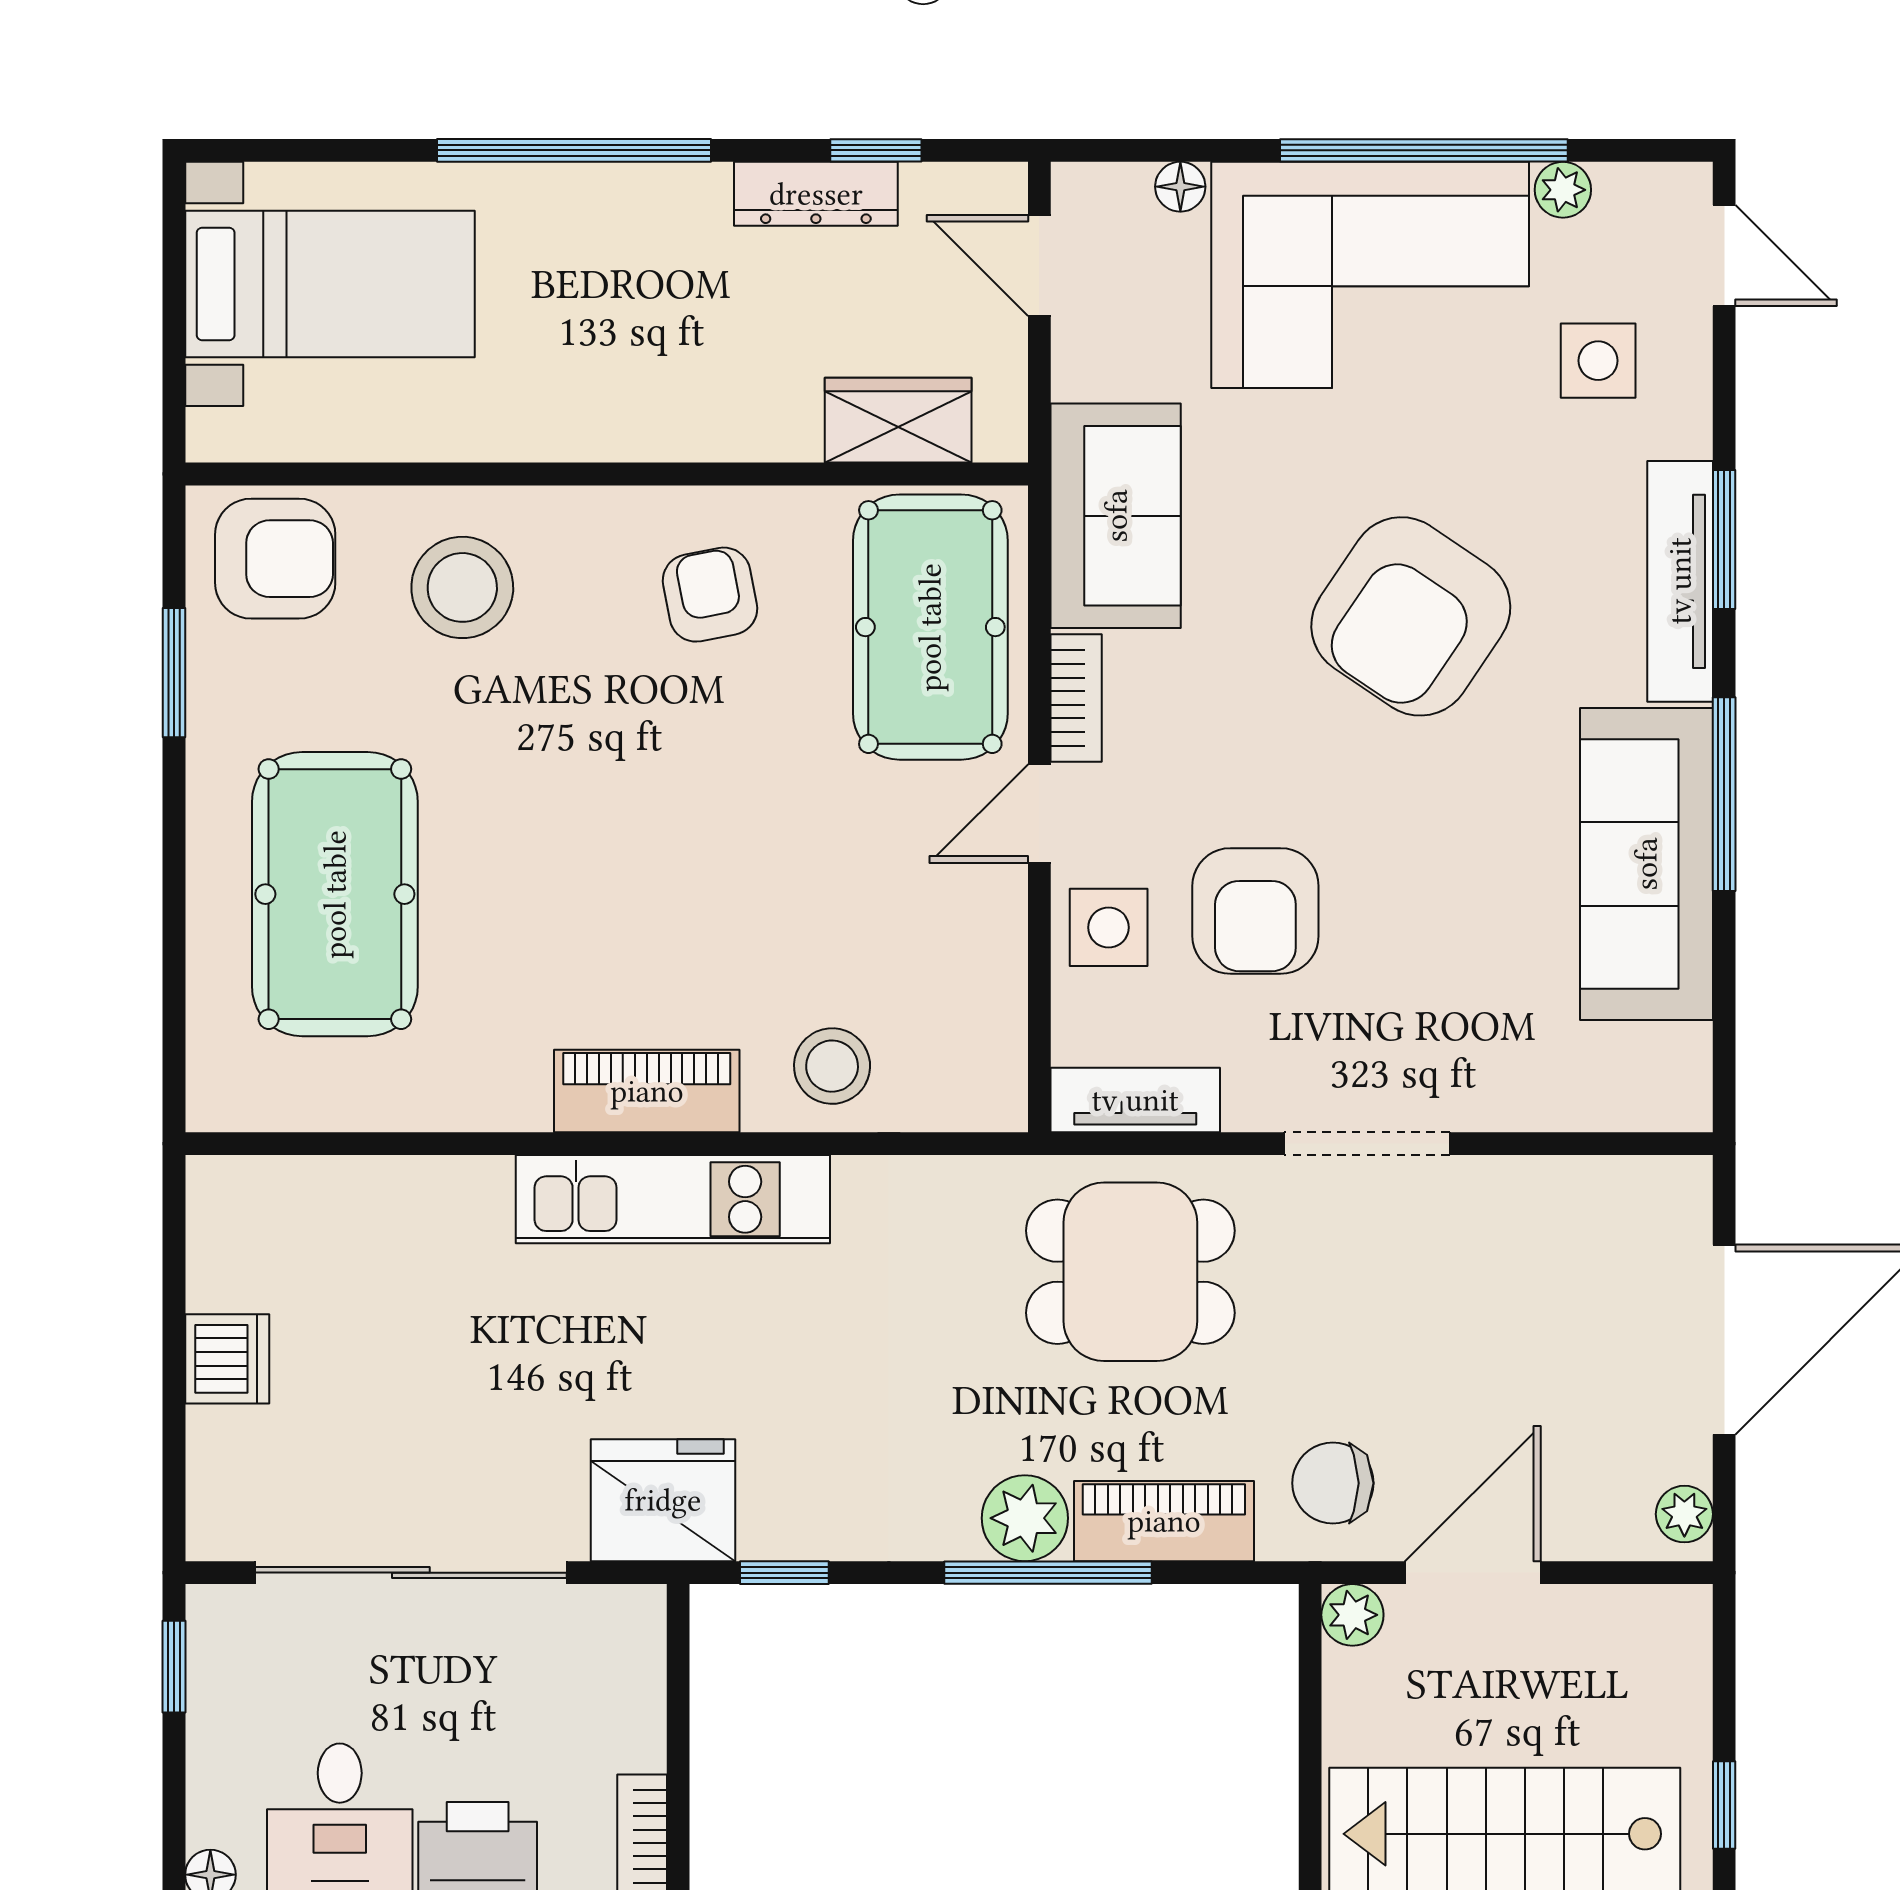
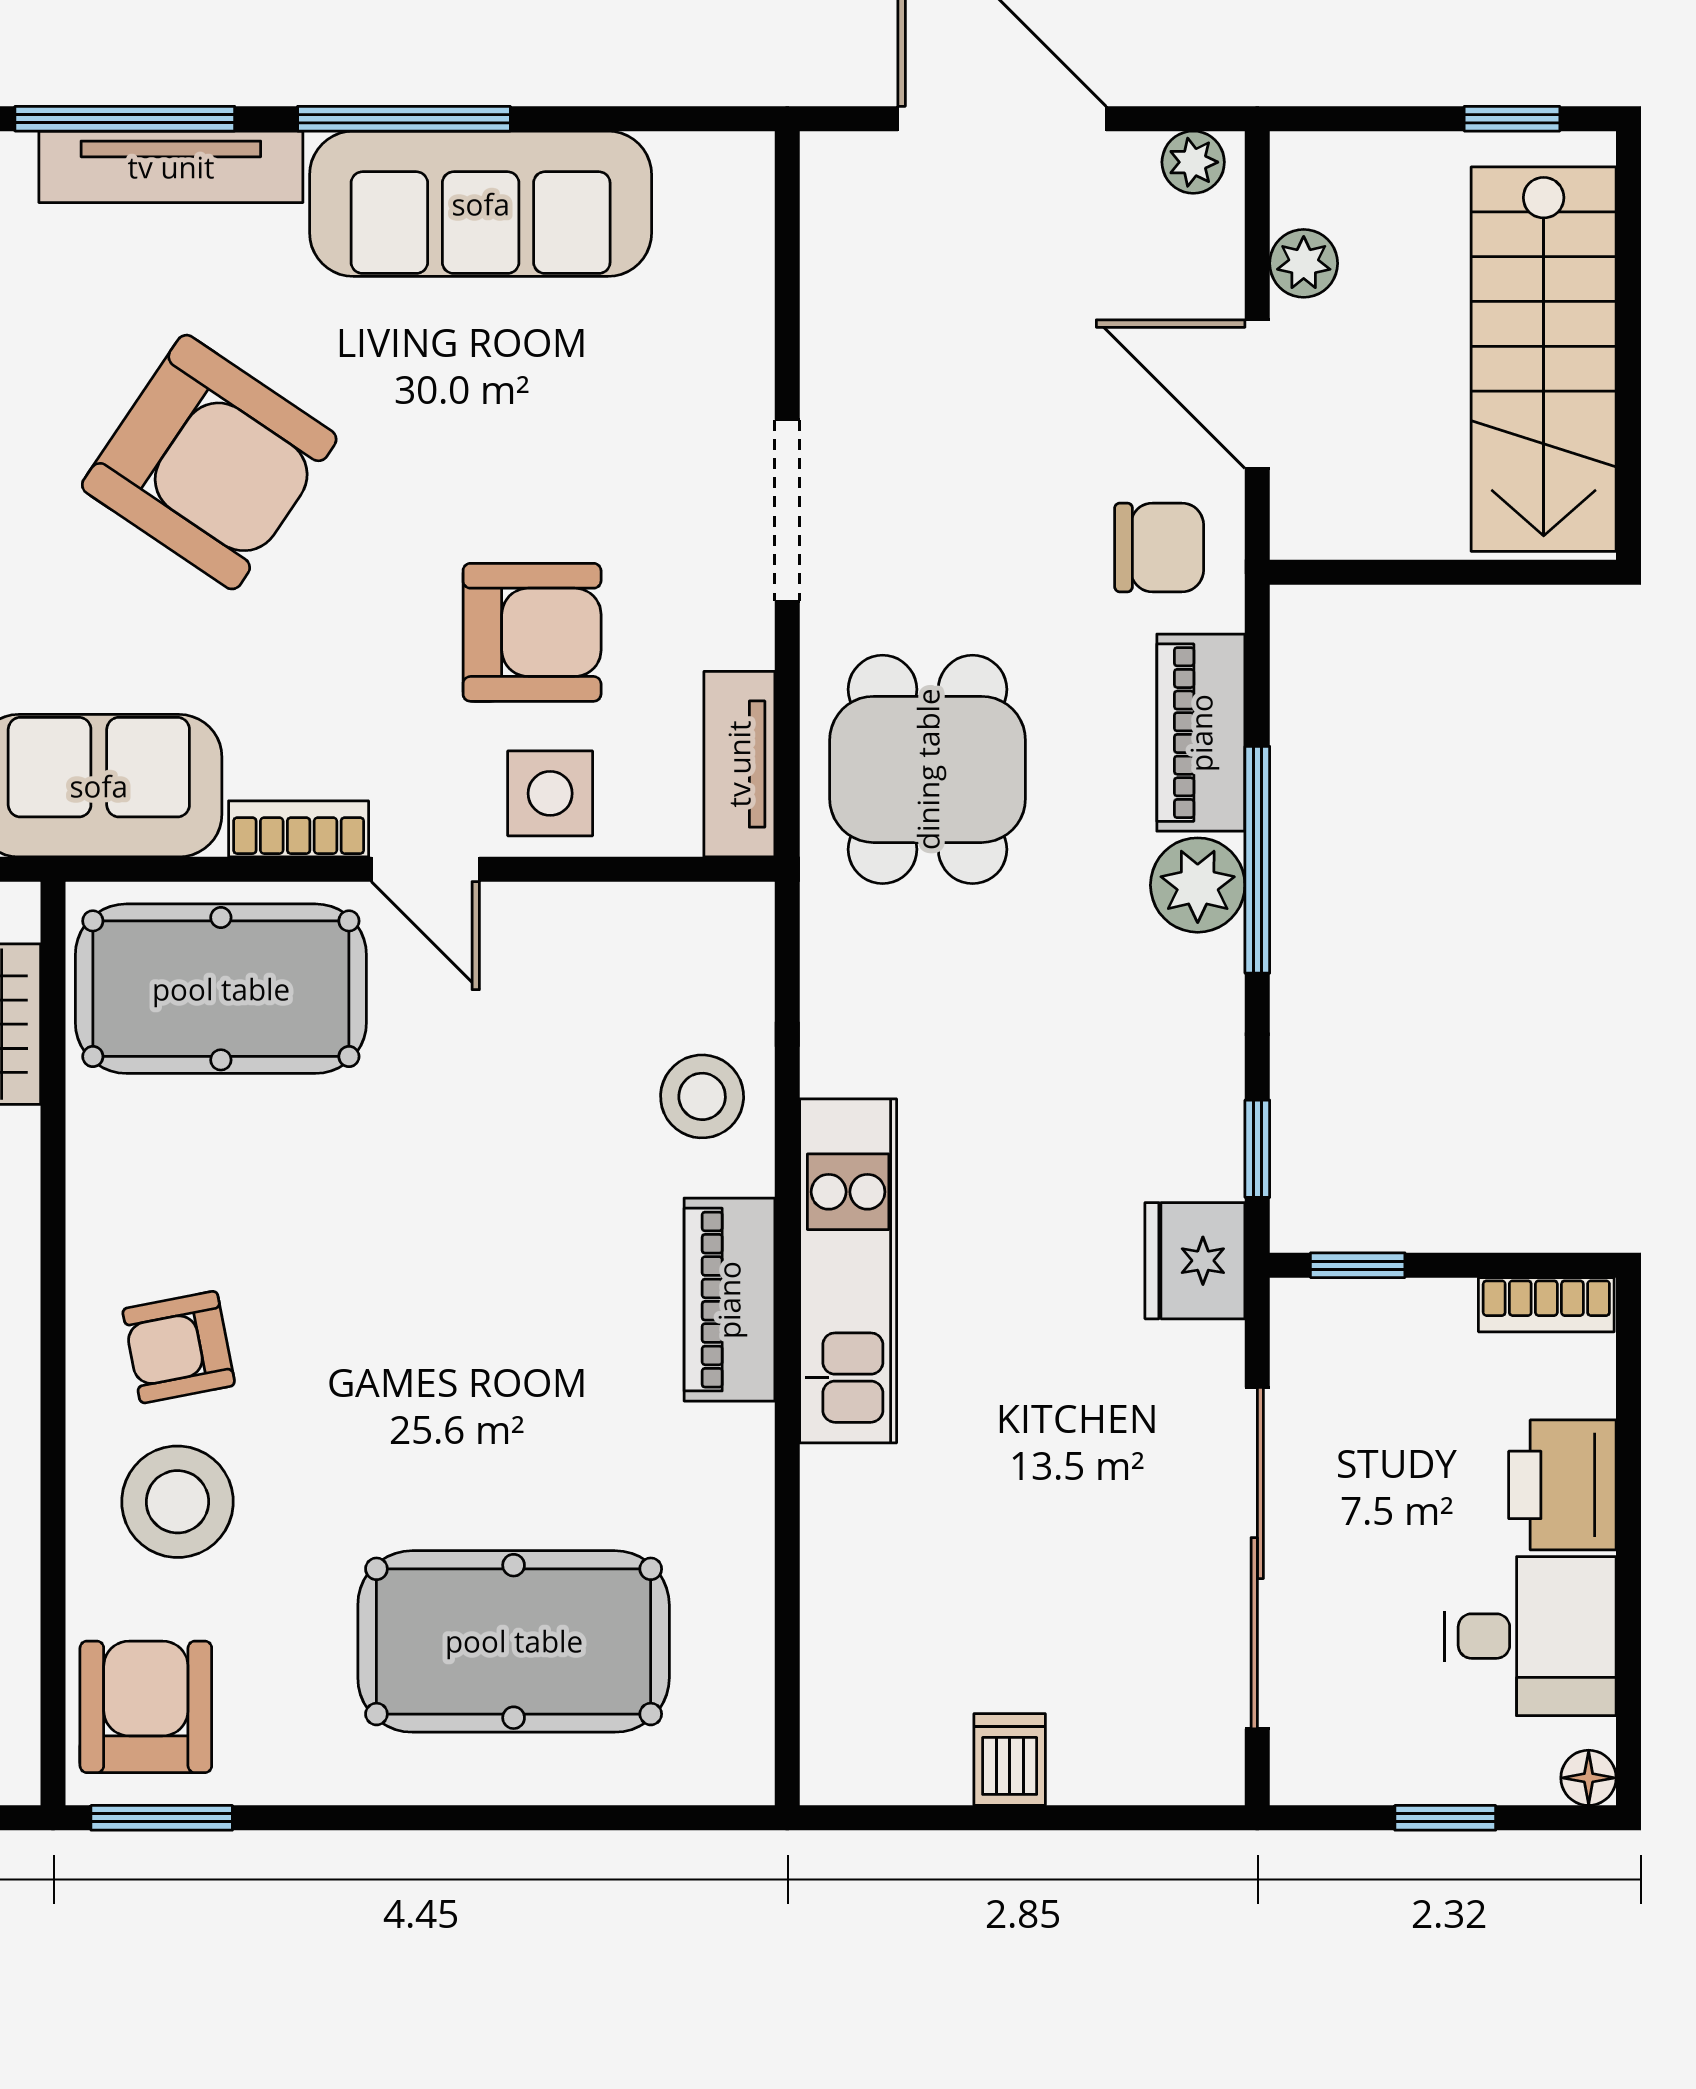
window: (1724, 539) -> (125, 119), width x1.44
armchair: (710, 595) -> (179, 1347), moved
window: (174, 673) -> (162, 1818), moved
dishwasher: (227, 1359) -> (1010, 1759), width x0.73
chair: (1333, 1483) -> (1159, 547), turned -90
fridge: (663, 1500) -> (1195, 1261), width x0.73, depth x0.75
plant: (1352, 1615) -> (1304, 263), moved
window: (678, 1664) -> (1358, 1265), added
window: (174, 1667) -> (1445, 1818), moved

